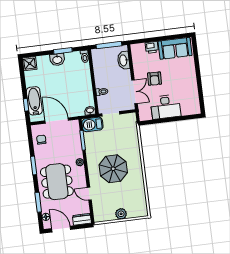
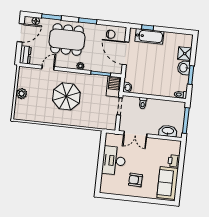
shower: (30, 64) -> (185, 54), moved
armchair: (154, 79) -> (135, 180), moved
door: (57, 121) -> (125, 53), swing flipped

